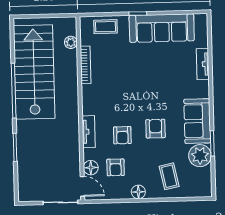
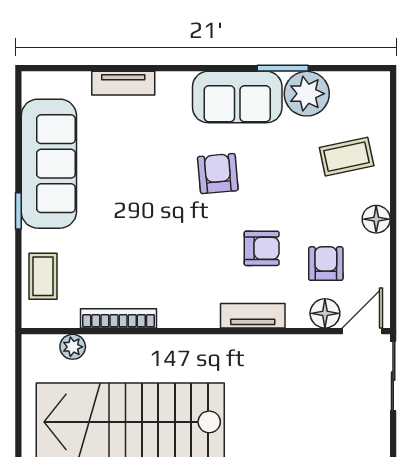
armchair: (156, 129) -> (218, 174), moved, turned 85
armchair: (116, 167) -> (326, 264), turned -90

